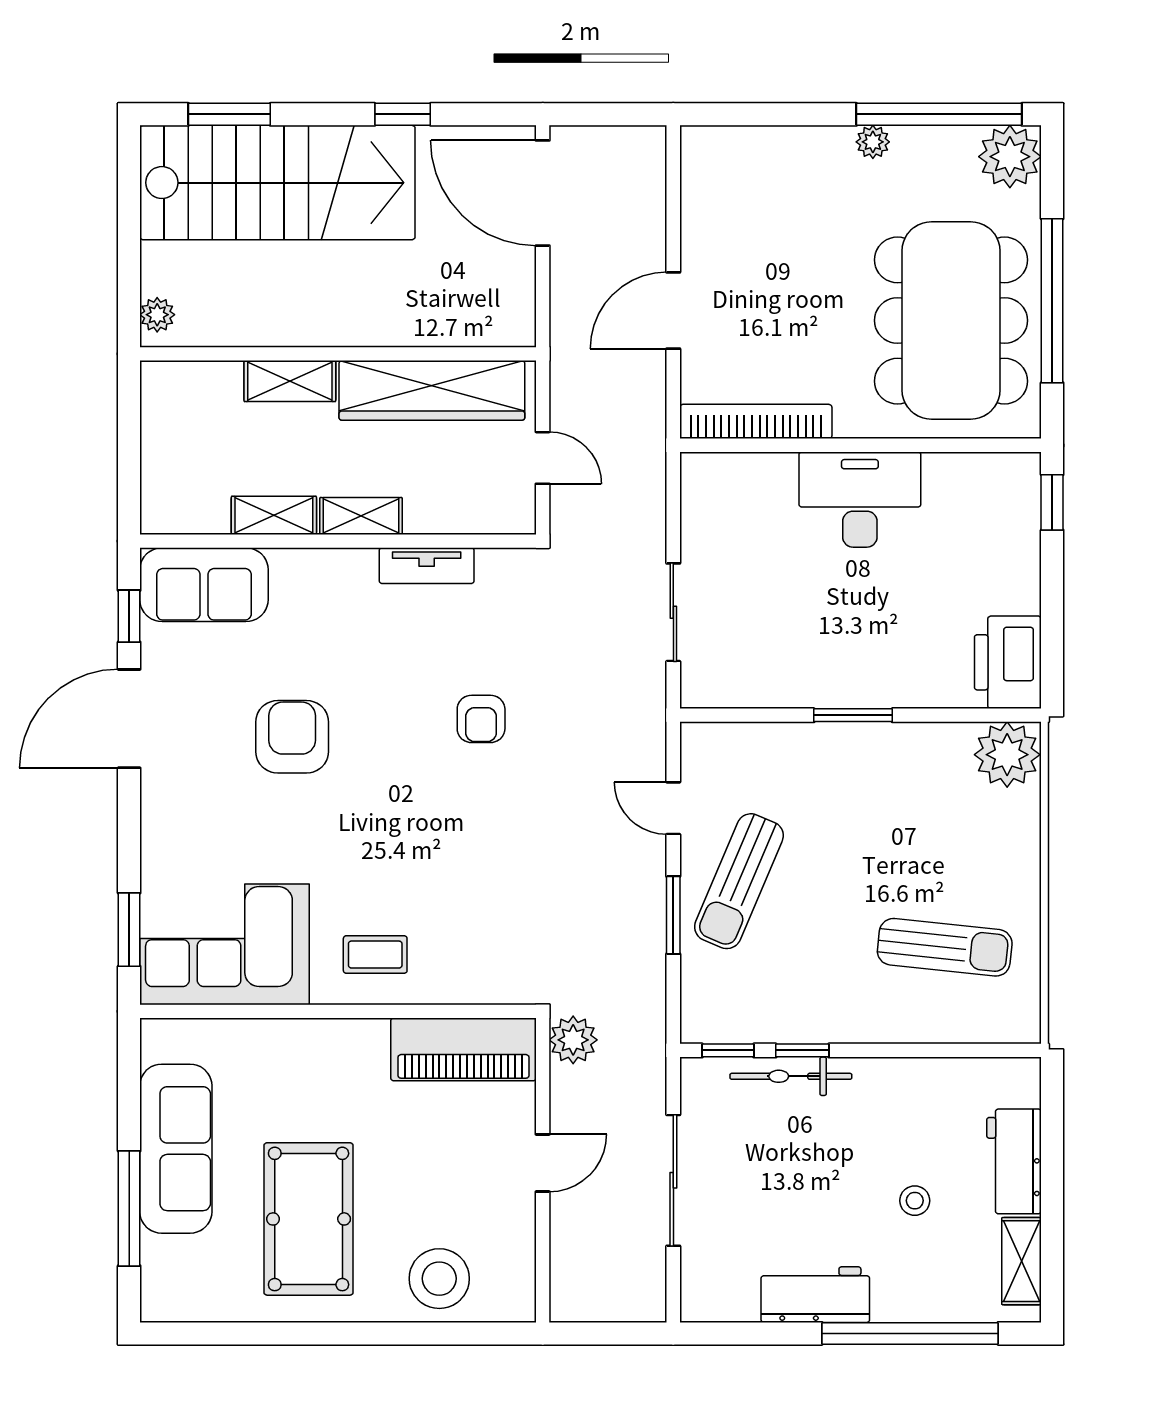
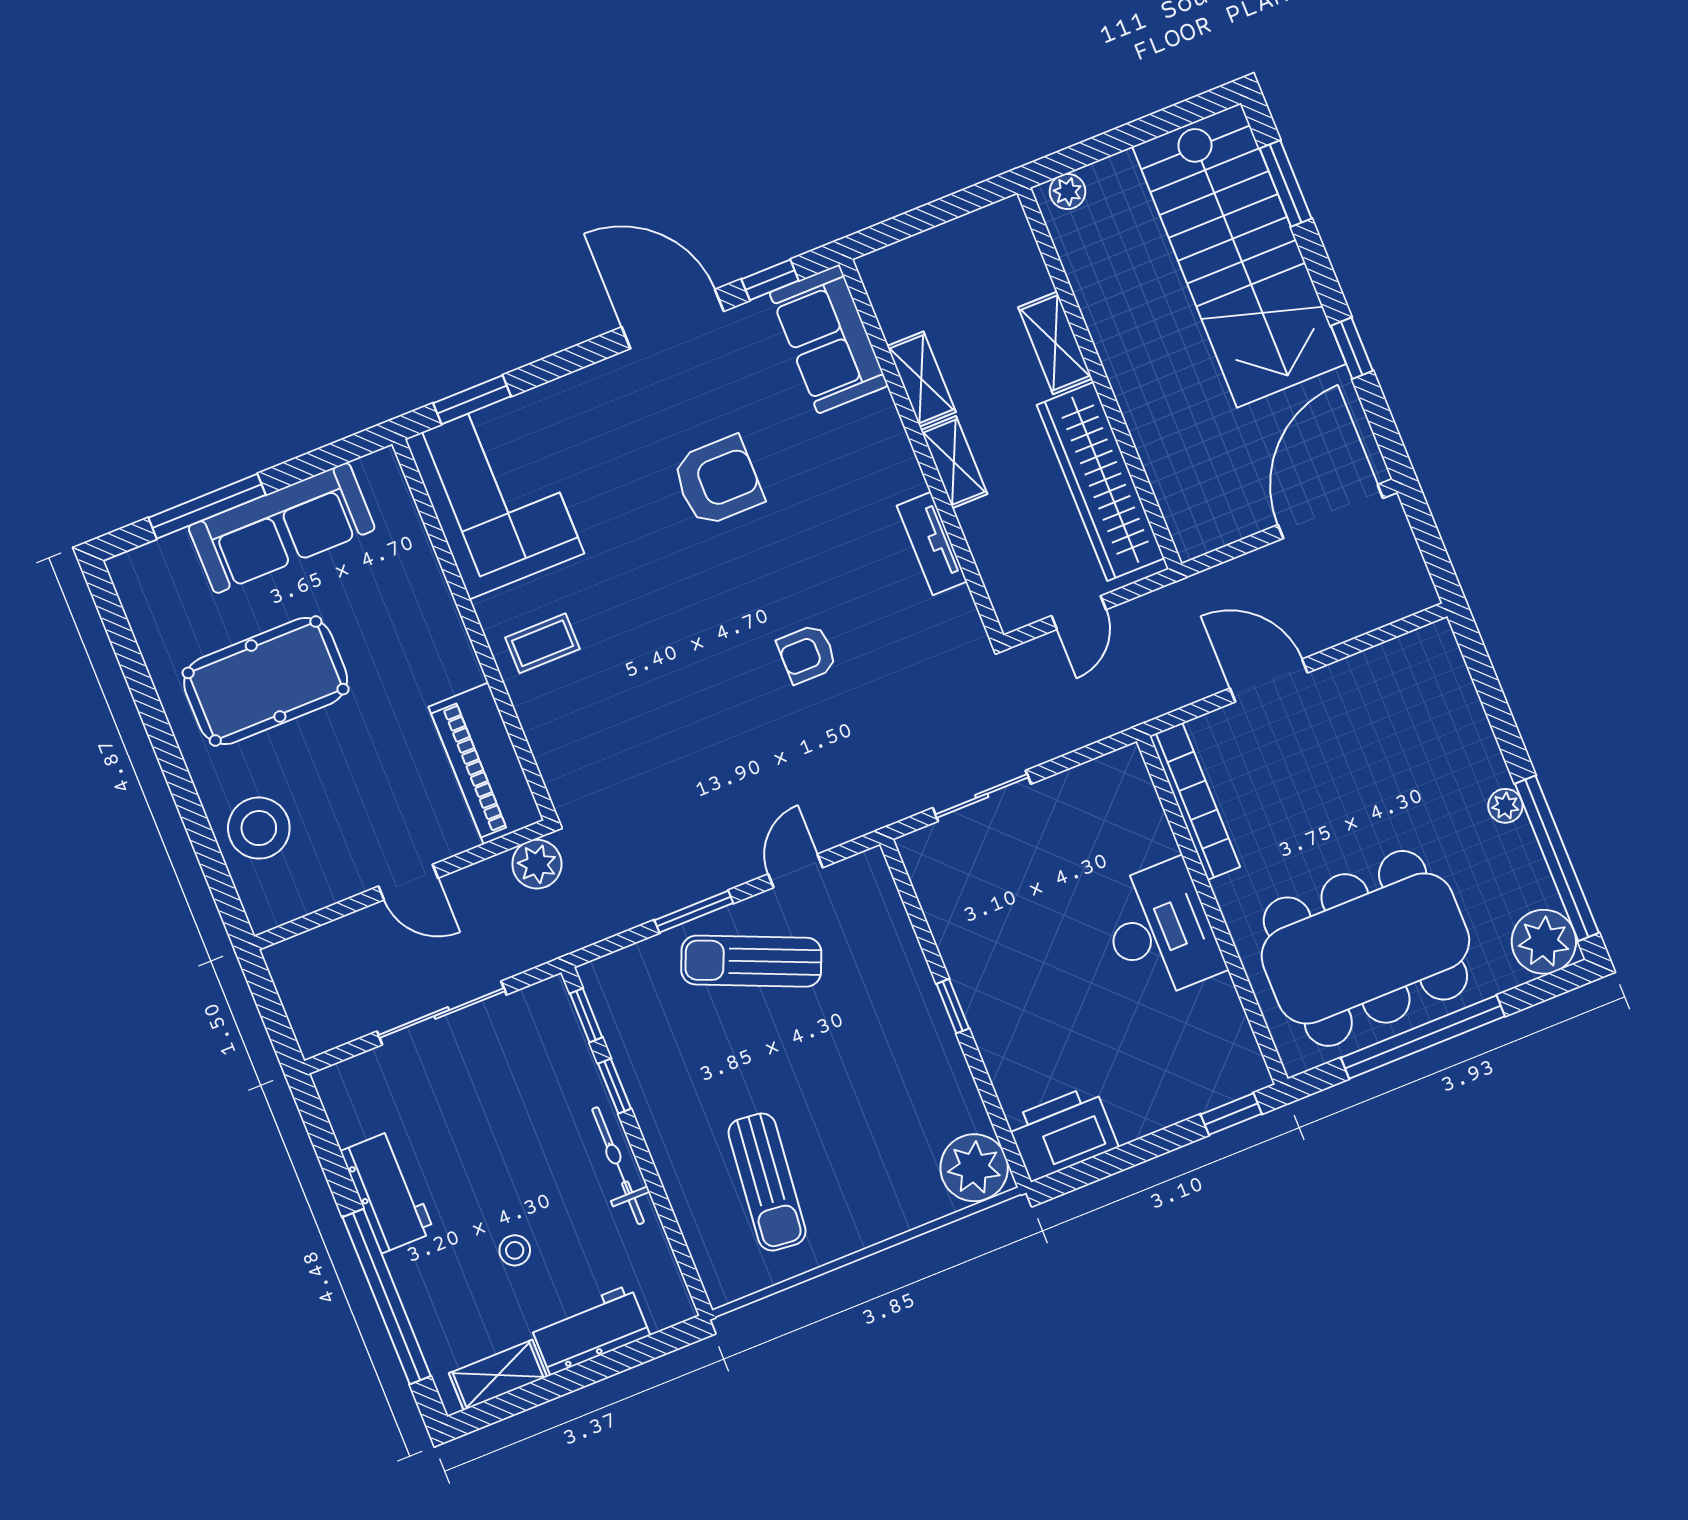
window: (853, 715) -> (953, 1006), width x0.67
coffee table: (375, 955) -> (543, 643), turned 90
bicycle: (791, 1076) -> (618, 1166), moved

